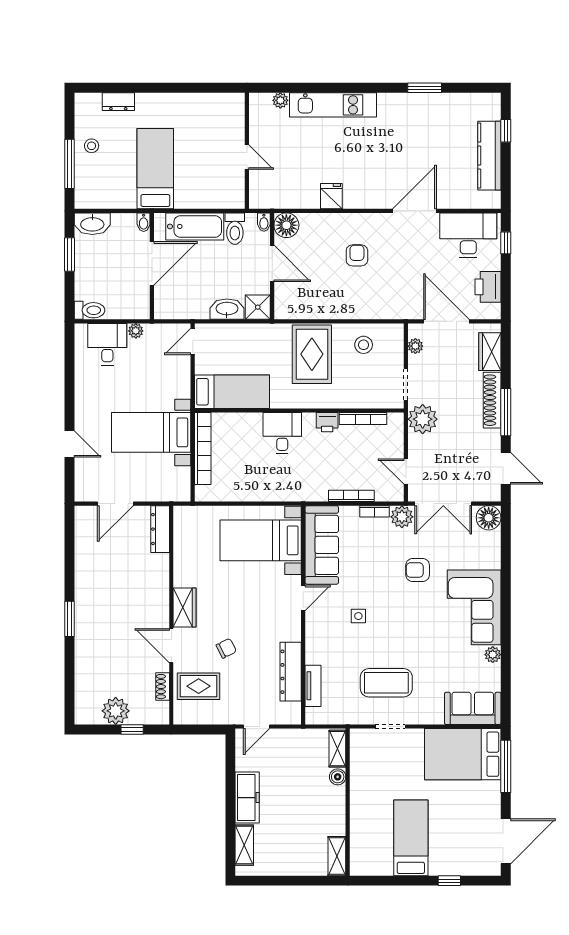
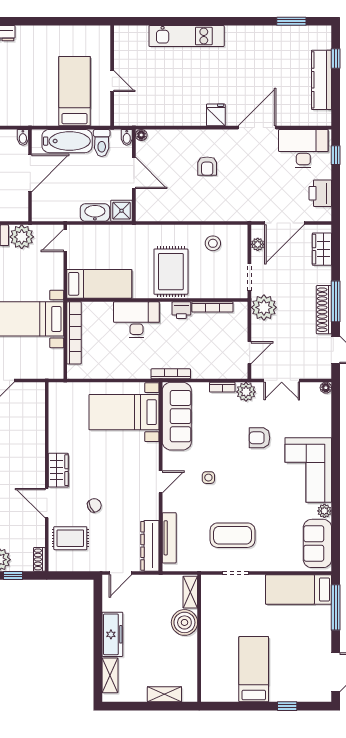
window: (425, 88) -> (291, 21), moved
plant: (280, 100) -> (141, 32), removed
bed: (155, 169) -> (75, 91), moved
fridge: (331, 196) -> (216, 115), moved
floor lamp: (286, 225) -> (141, 135), width x0.53, depth x0.53
armchair: (357, 255) -> (207, 166), turned 180
door: (446, 321) -> (284, 223), swing flipped
plant: (136, 331) -> (22, 237), width x1.87, depth x1.87
rug: (312, 354) -> (171, 272), moved
shoe rack: (492, 400) -> (324, 310), moved
desk: (282, 433) -> (136, 320), width x1.37
door: (406, 471) -> (249, 353), swing flipped
bookcase: (351, 496) -> (171, 374), moved
double door: (443, 504) -> (282, 380), width x0.73
floor lamp: (489, 518) -> (326, 388), width x0.53, depth x0.53
dresser: (160, 529) -> (37, 402), removed
door: (303, 598) -> (161, 482), moved
dresser: (291, 672) -> (150, 546), moved
tv unit: (313, 686) -> (169, 538), width x1.41
shoe rack: (163, 687) -> (39, 559), moved
sofa: (473, 708) -> (317, 543), moved, turned -90
bed: (463, 754) -> (299, 589), width x0.67
boiler: (338, 777) -> (184, 622), width x1.86, depth x1.86
shelving: (337, 856) -> (164, 694), moved, turned 90

